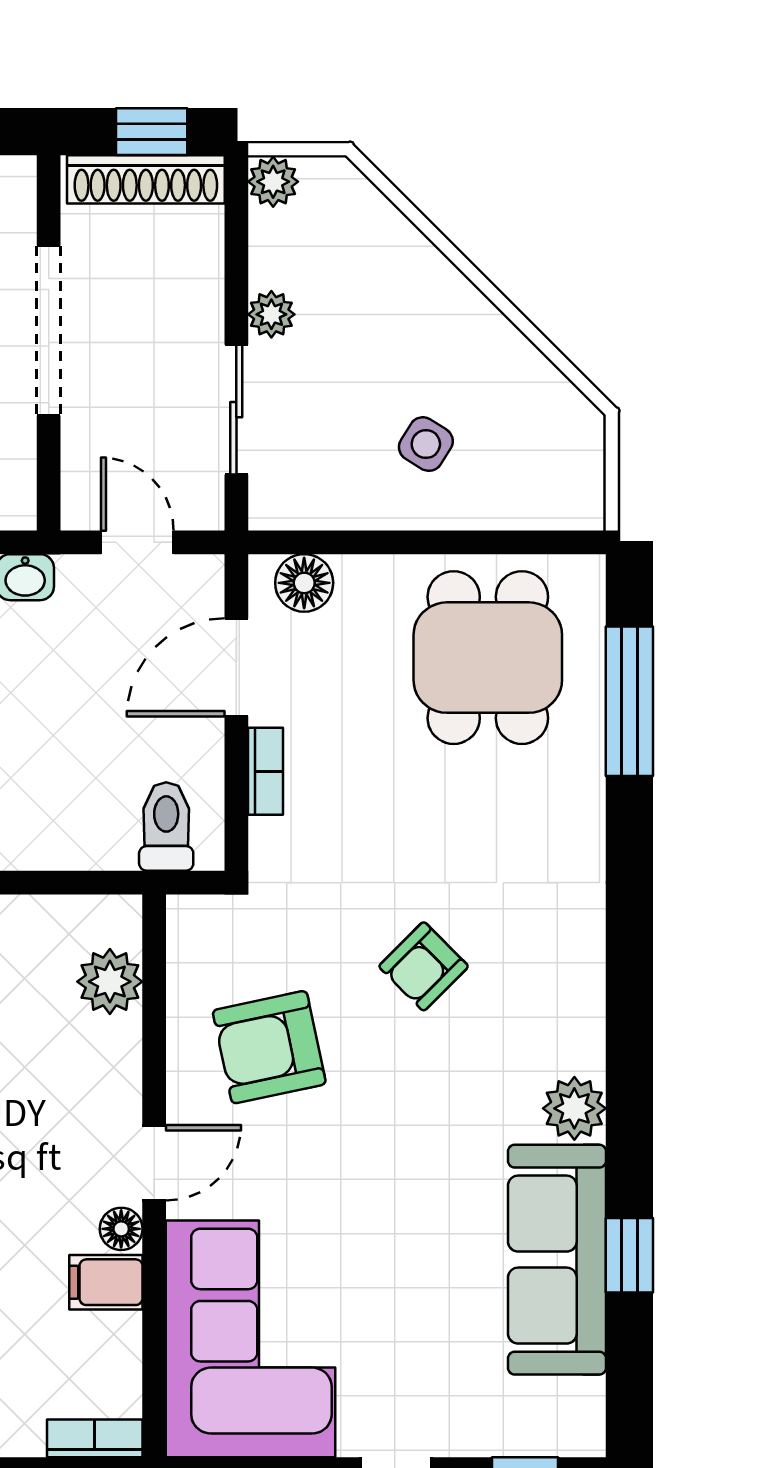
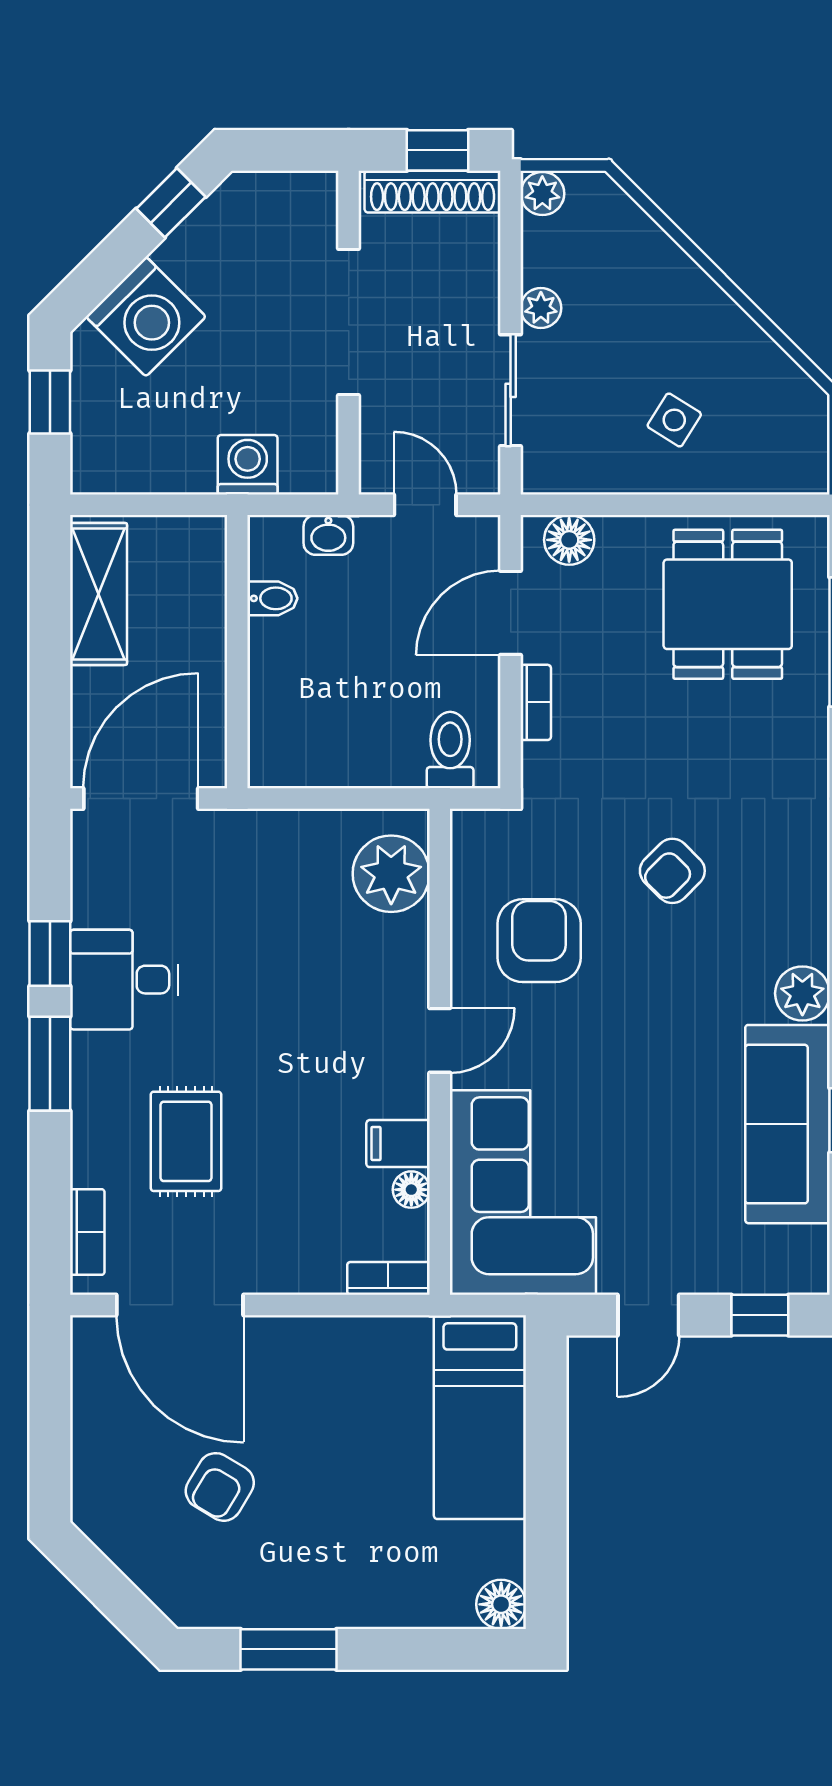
plant: (110, 982) -> (391, 874), width x1.36, depth x1.36
armchair: (269, 1047) -> (539, 941), turned 102
floor lamp: (121, 1229) -> (411, 1190), moved

